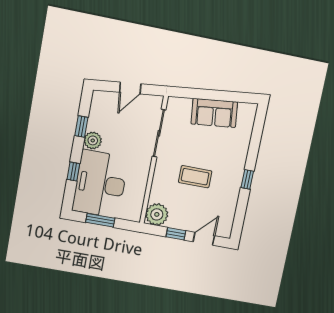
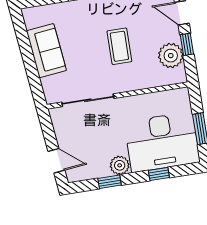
door: (130, 88) -> (56, 161), moved
plant: (157, 214) -> (171, 56), moved

